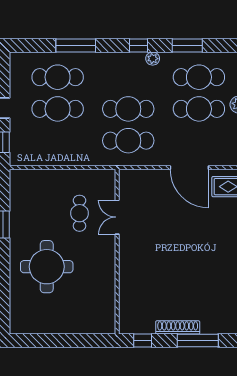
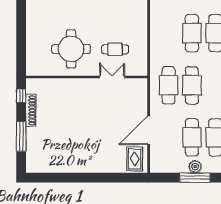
round table: (47, 267) -> (71, 49), moved
shoe rack: (178, 327) -> (31, 110), moved

